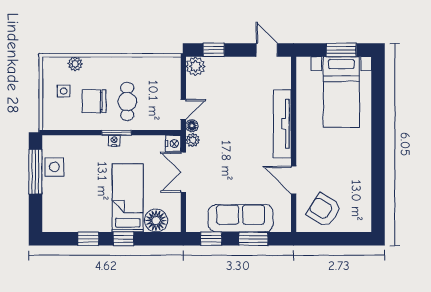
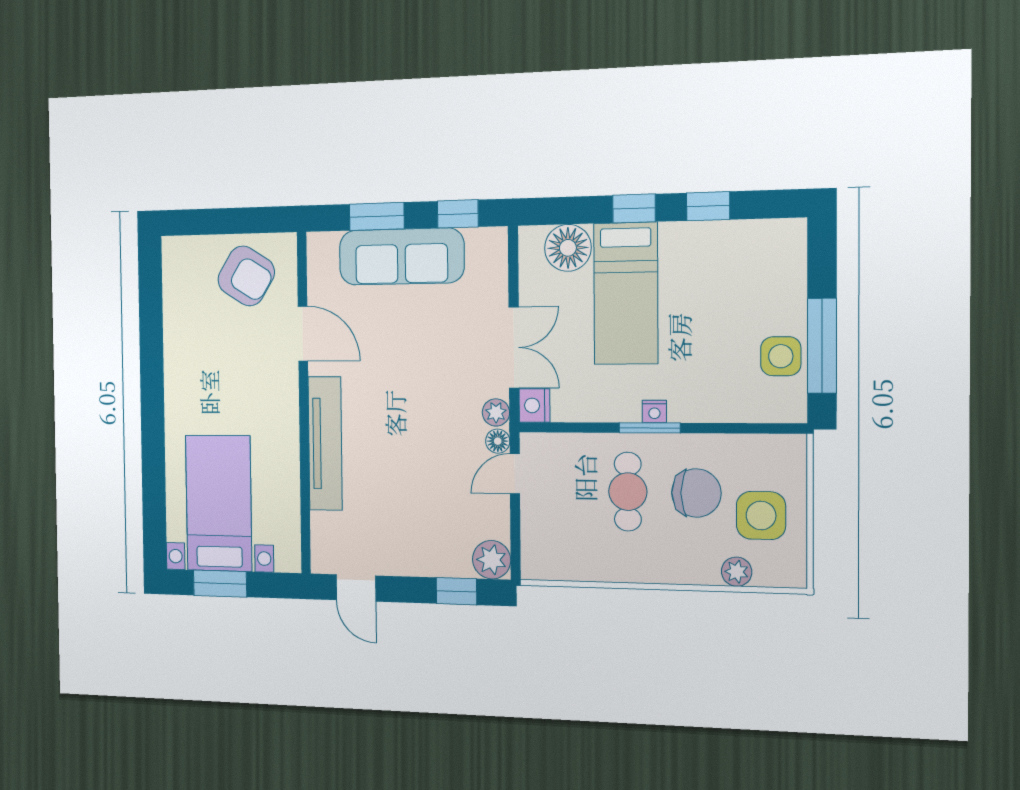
side table: (64, 91) -> (761, 515), width x1.87, depth x1.87

